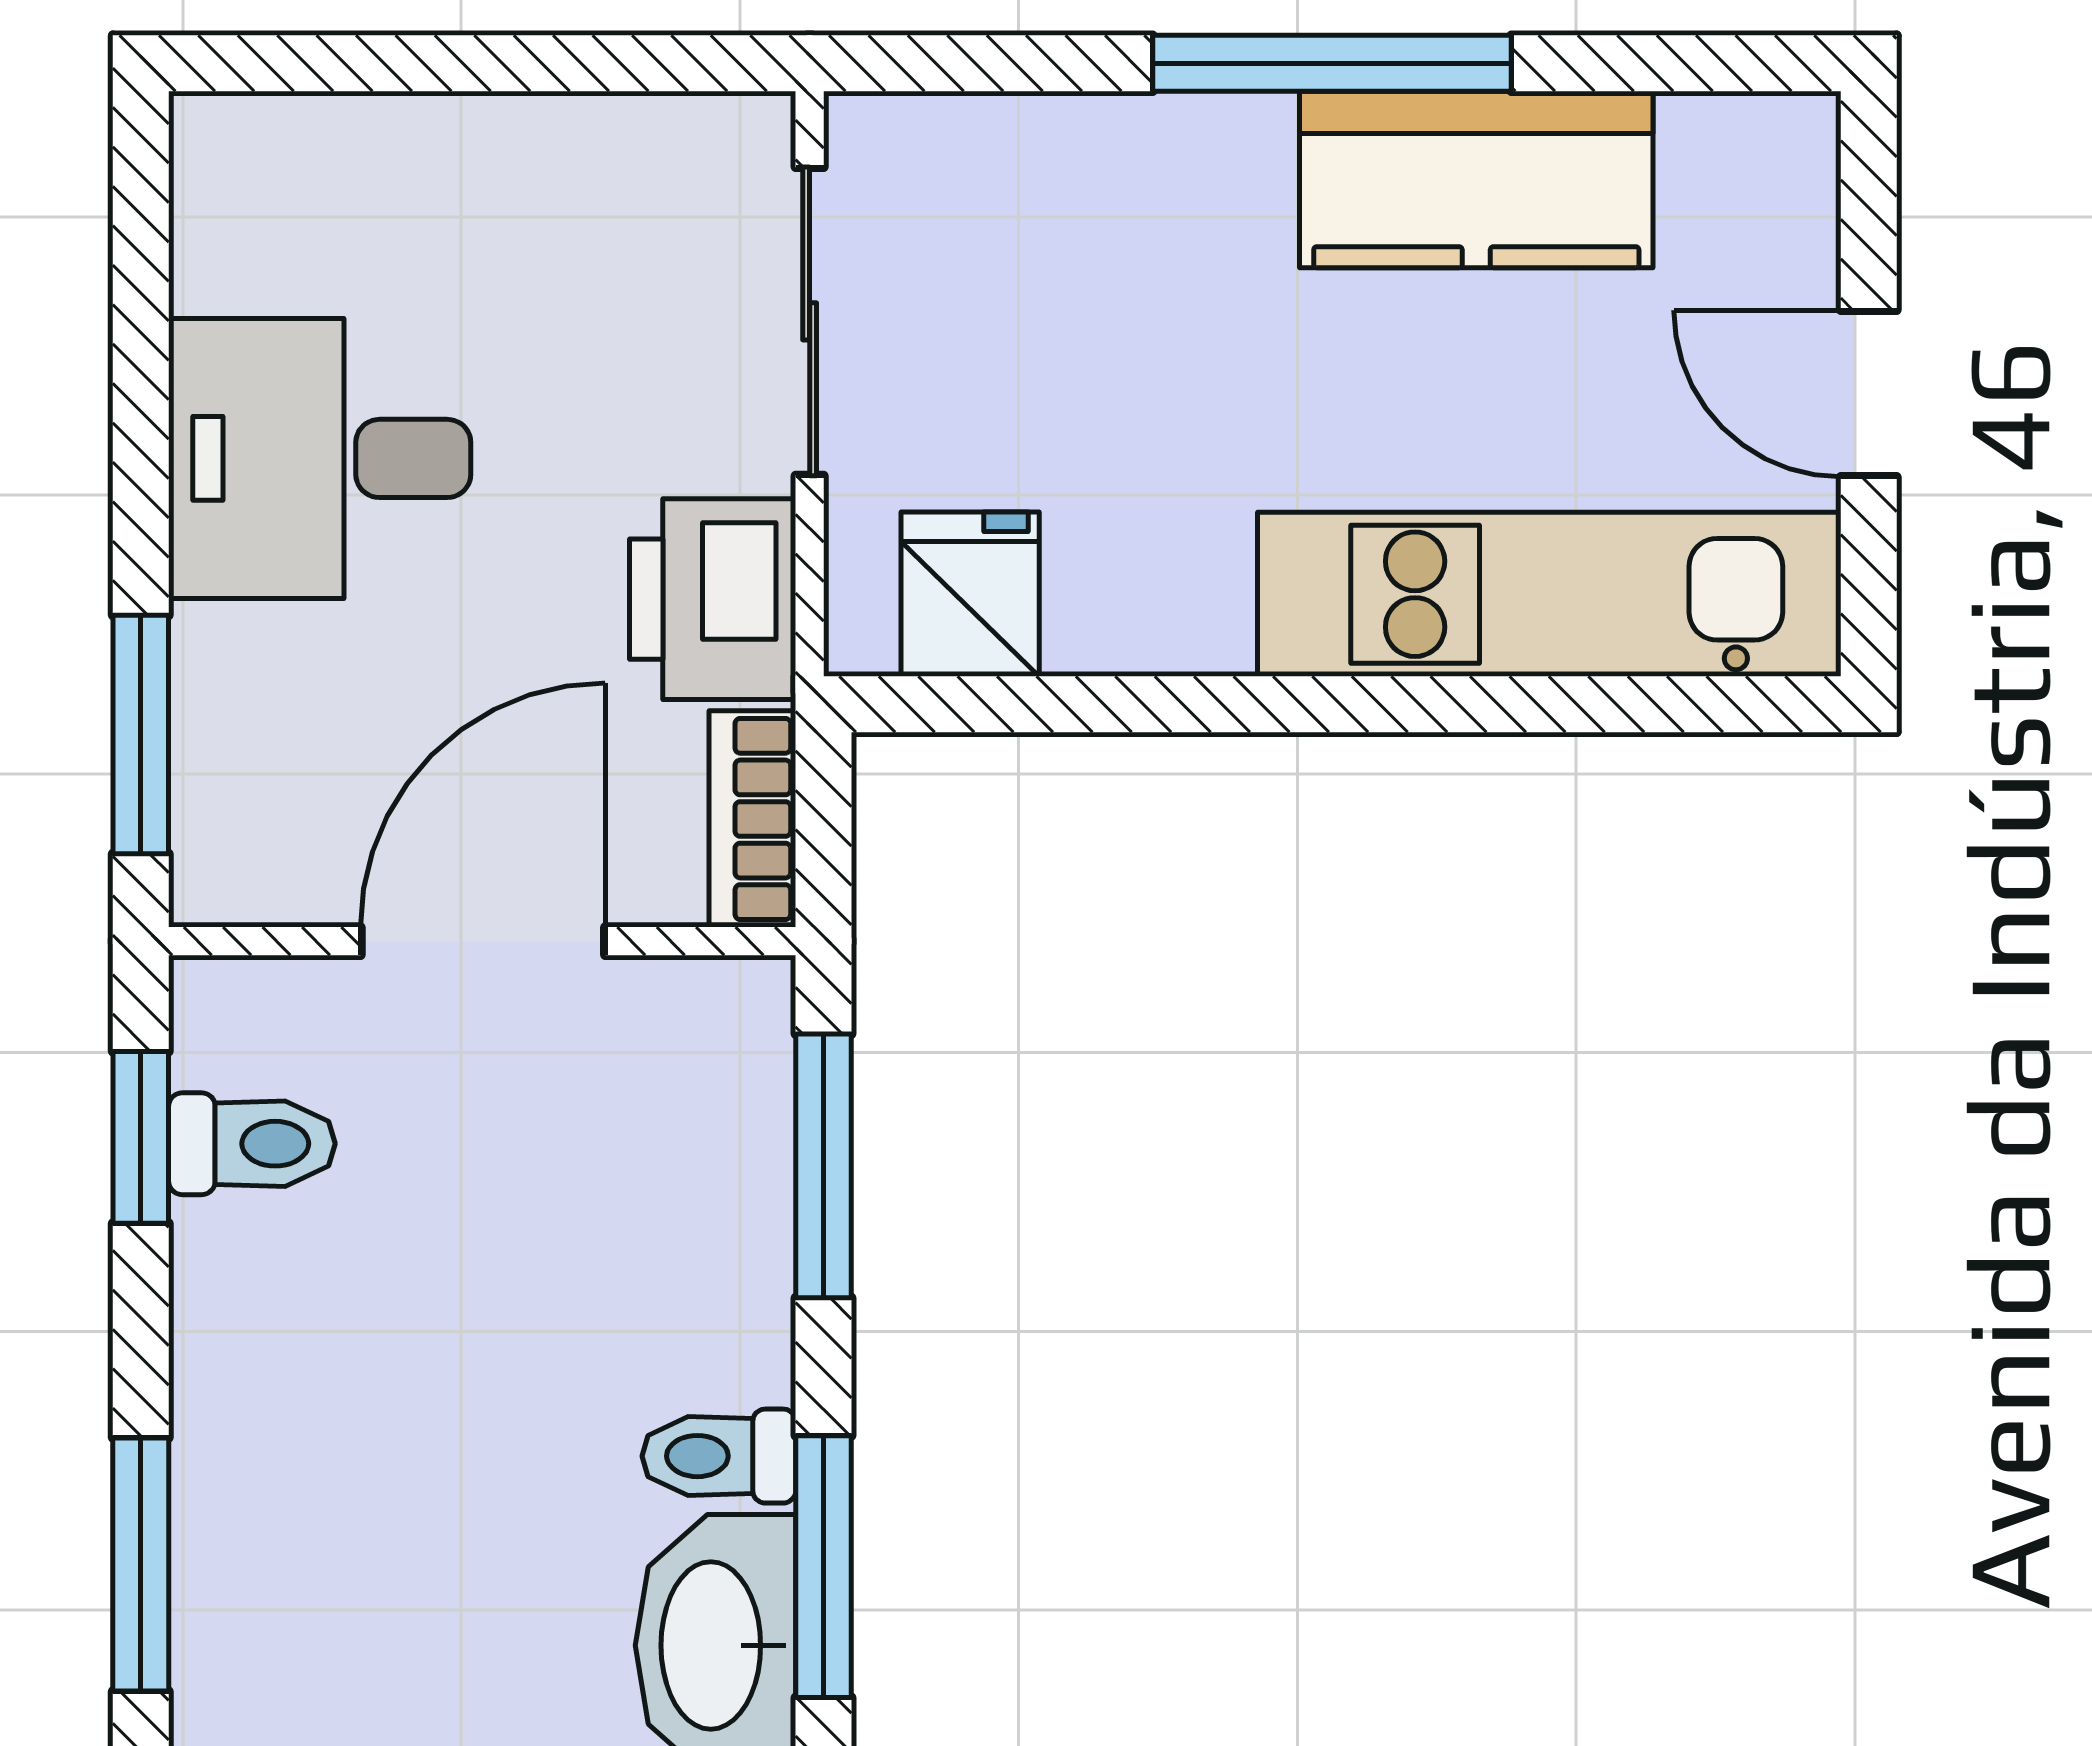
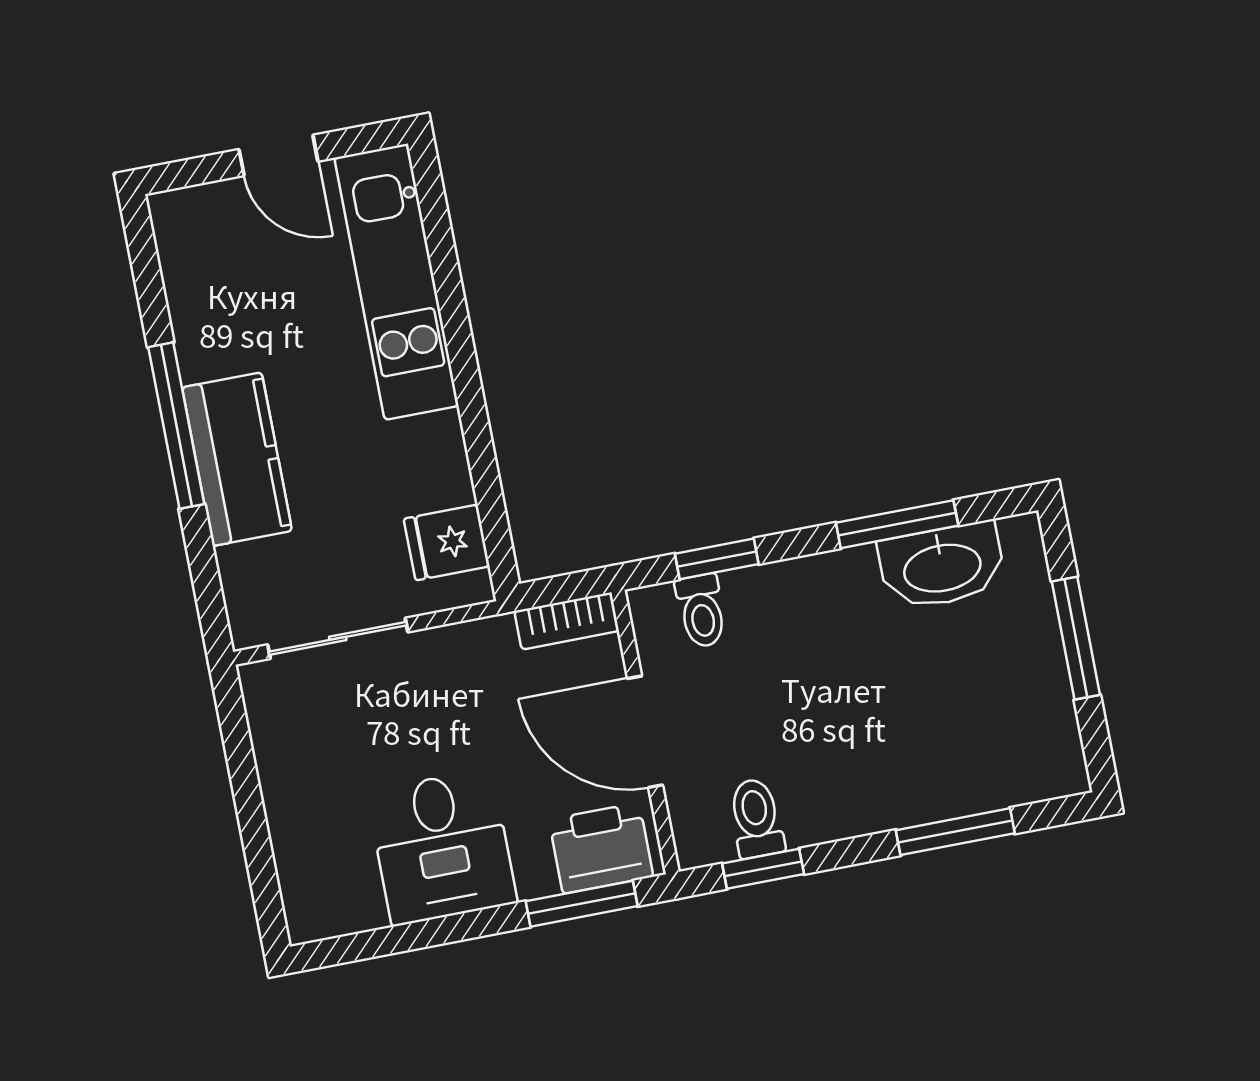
kitchen counter: (1476, 179) -> (237, 459), moved
door: (1869, 394) -> (278, 155), hinge flipped
printer: (713, 599) -> (601, 848), moved, turned 180
window: (824, 1166) -> (717, 559), width x0.67
toilet: (719, 1456) -> (701, 611), moved

